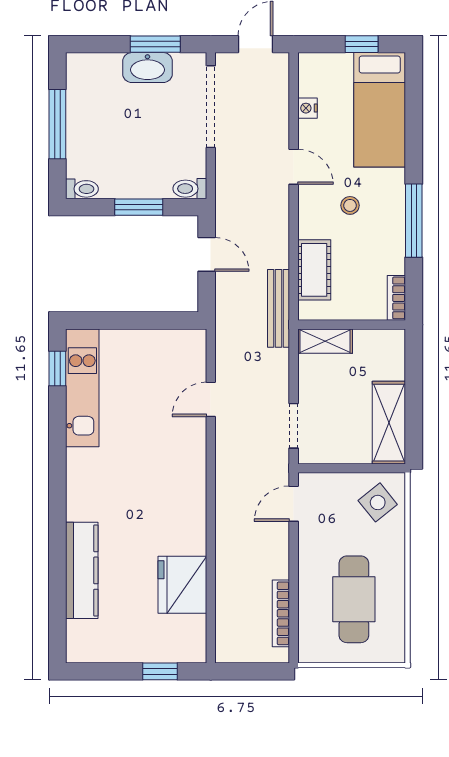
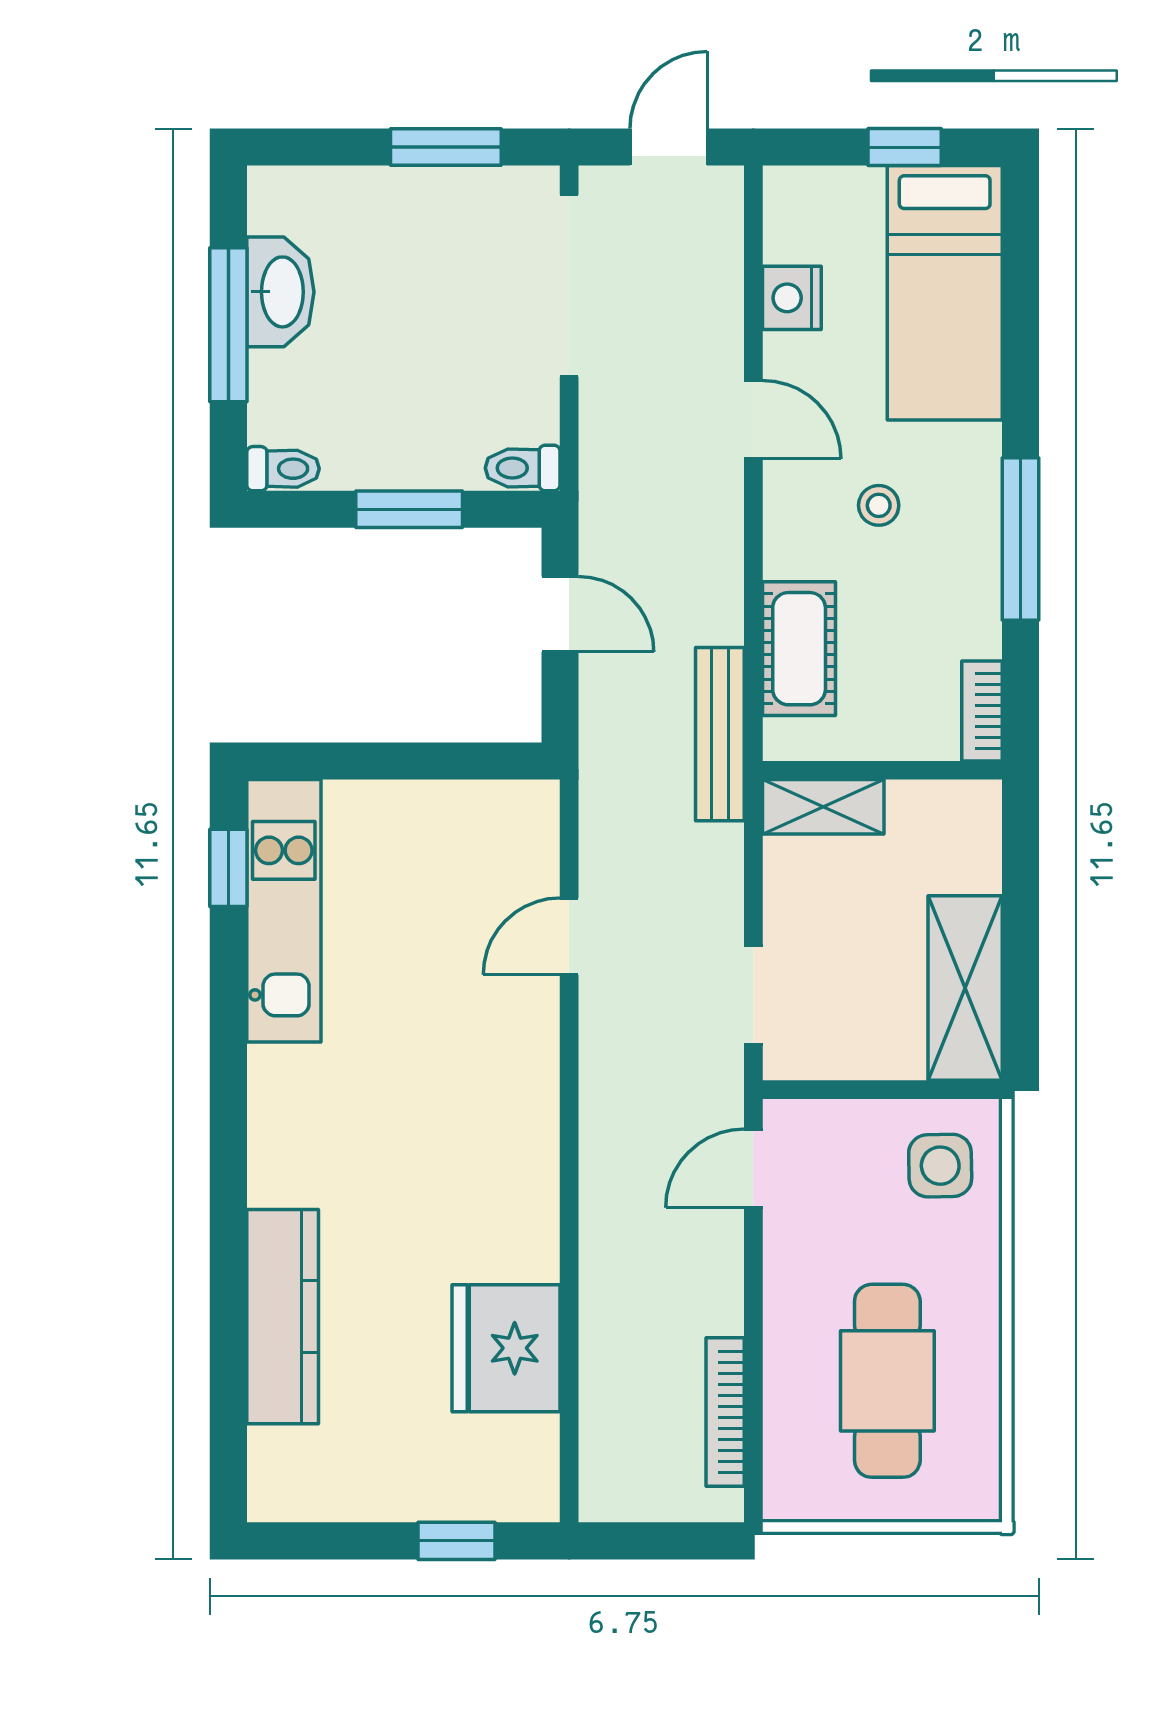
washbasin: (147, 68) -> (280, 292), moved, turned -90
nightstand: (307, 108) -> (792, 298), width x1.39, depth x1.35
side table: (378, 502) -> (940, 1166), turned 38

